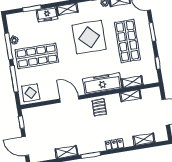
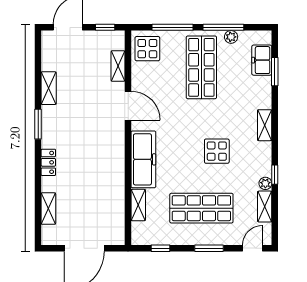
freezer: (47, 14) -> (262, 60), moved
display table: (89, 37) -> (217, 151), width x0.54, depth x0.54
shelving: (130, 96) -> (118, 66), moved
door: (69, 99) -> (128, 106), hinge flipped
pallet: (99, 107) -> (108, 149), removed

